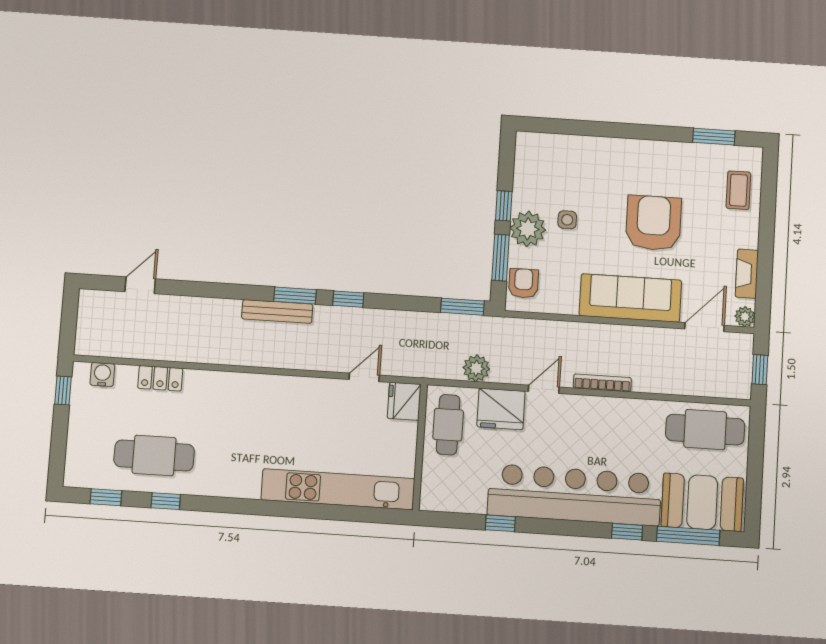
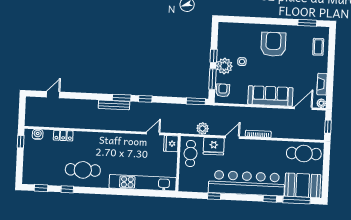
armchair: (653, 223) -> (273, 44), moved
cafe table: (154, 455) -> (83, 170), moved

